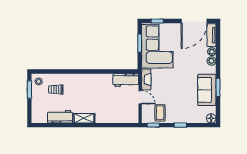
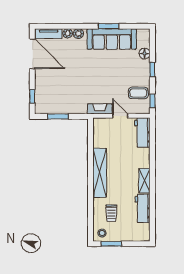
corner sofa: (157, 46) -> (61, 96), removed
shelving: (91, 79) -> (100, 173), added
workbench: (126, 80) -> (142, 132), moved, turned 180
sofa: (207, 90) -> (112, 39), width x1.36
door: (140, 97) -> (120, 116), hinge flipped
floor lamp: (211, 118) -> (145, 54), moved

